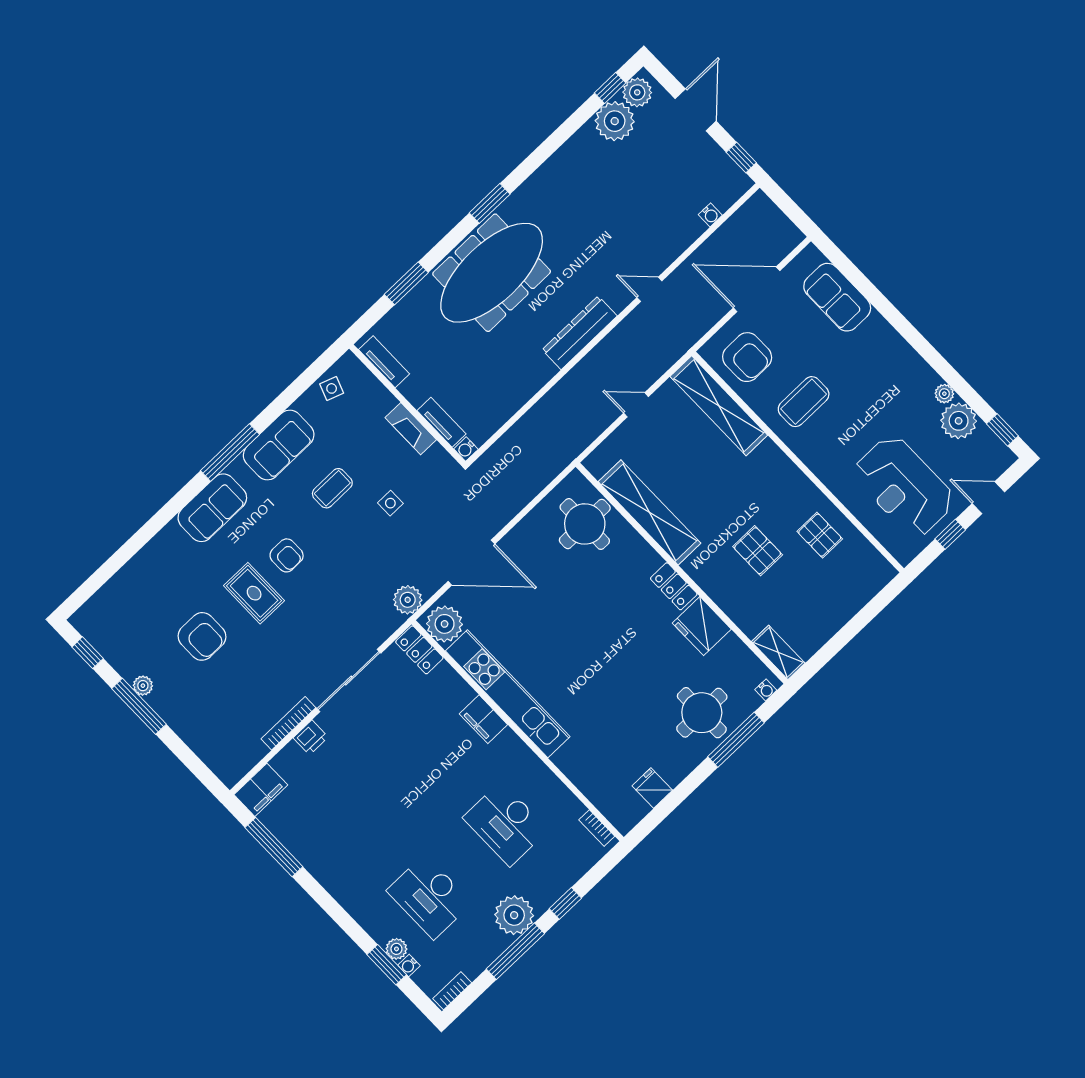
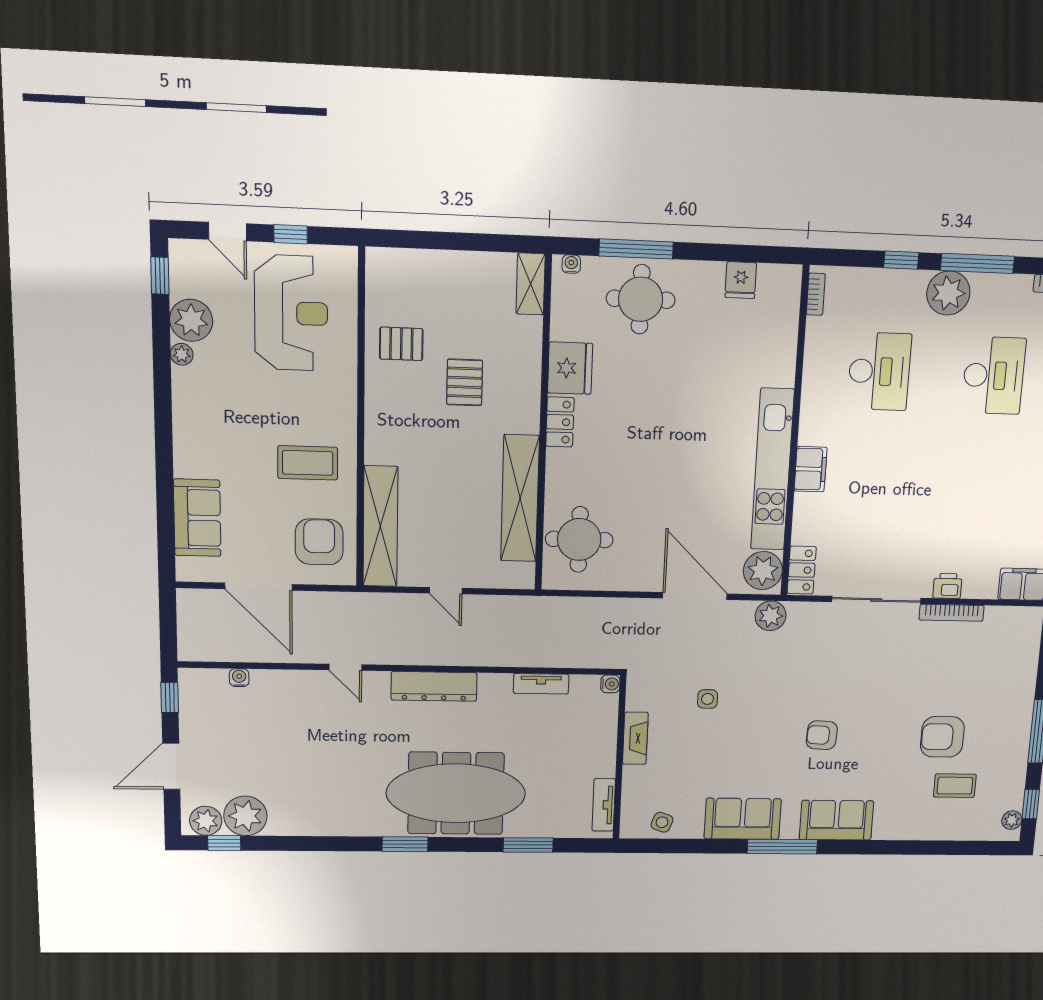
tv unit: (442, 422) -> (541, 684), moved, turned -90
coffee table: (332, 488) -> (955, 786), moved
pallet: (820, 535) -> (401, 344), turned 90
armchair: (287, 555) -> (822, 735), turned -87
rug: (254, 593) -> (873, 731), removed
armchair: (202, 636) -> (942, 737), turned -90
plant: (143, 686) -> (1012, 820), moved

